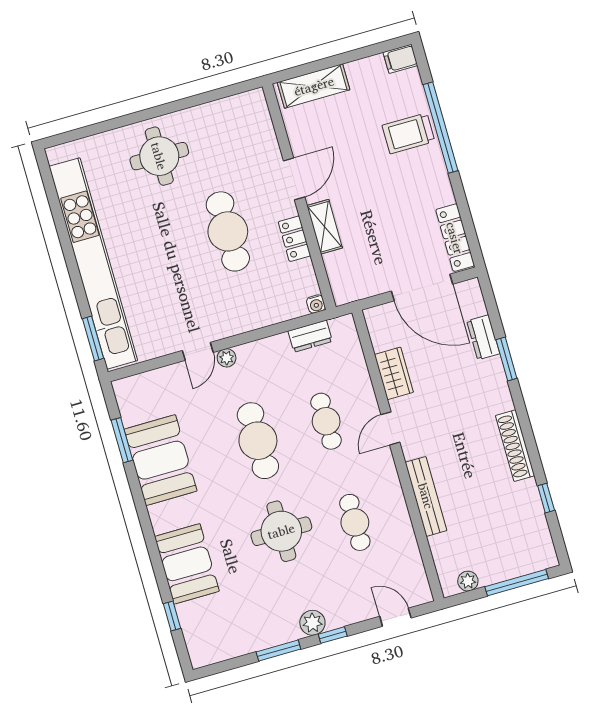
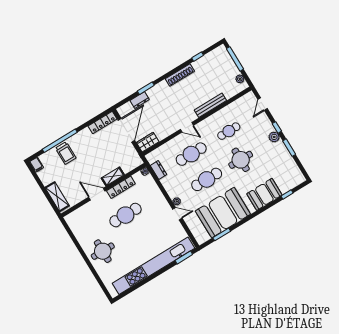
locker: (294, 239) -> (121, 187), width x1.53
wardrobe: (394, 373) -> (148, 142), moved
cafe table: (326, 421) -> (191, 154), width x1.37, depth x1.35
booth: (160, 460) -> (223, 213), width x1.36, depth x1.42

